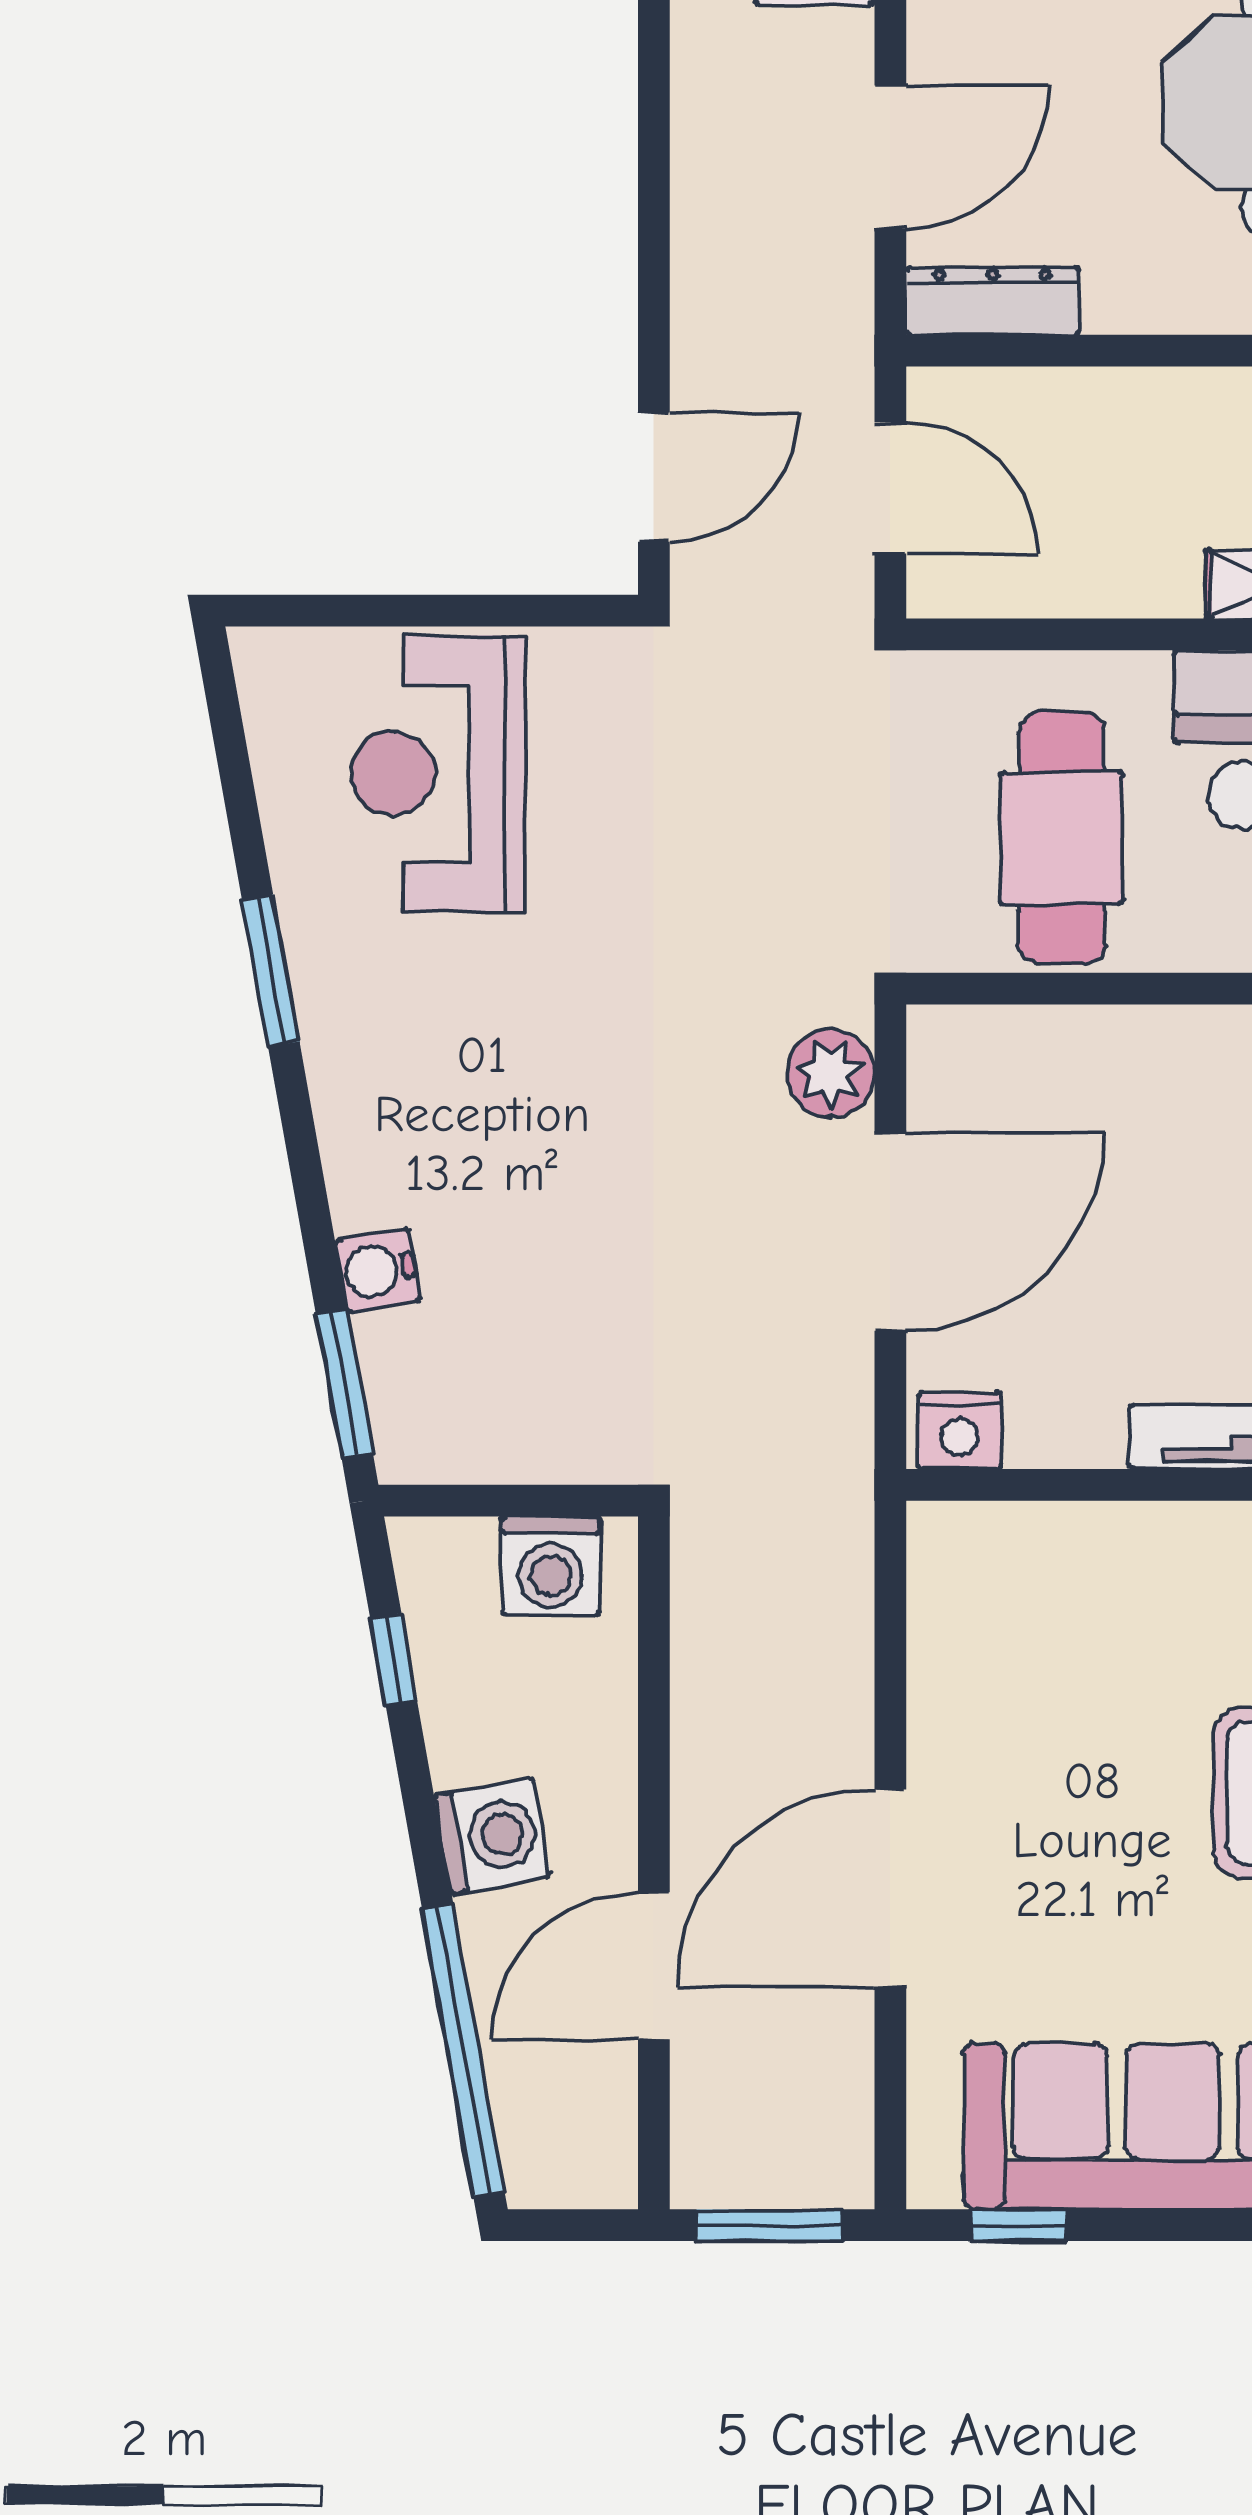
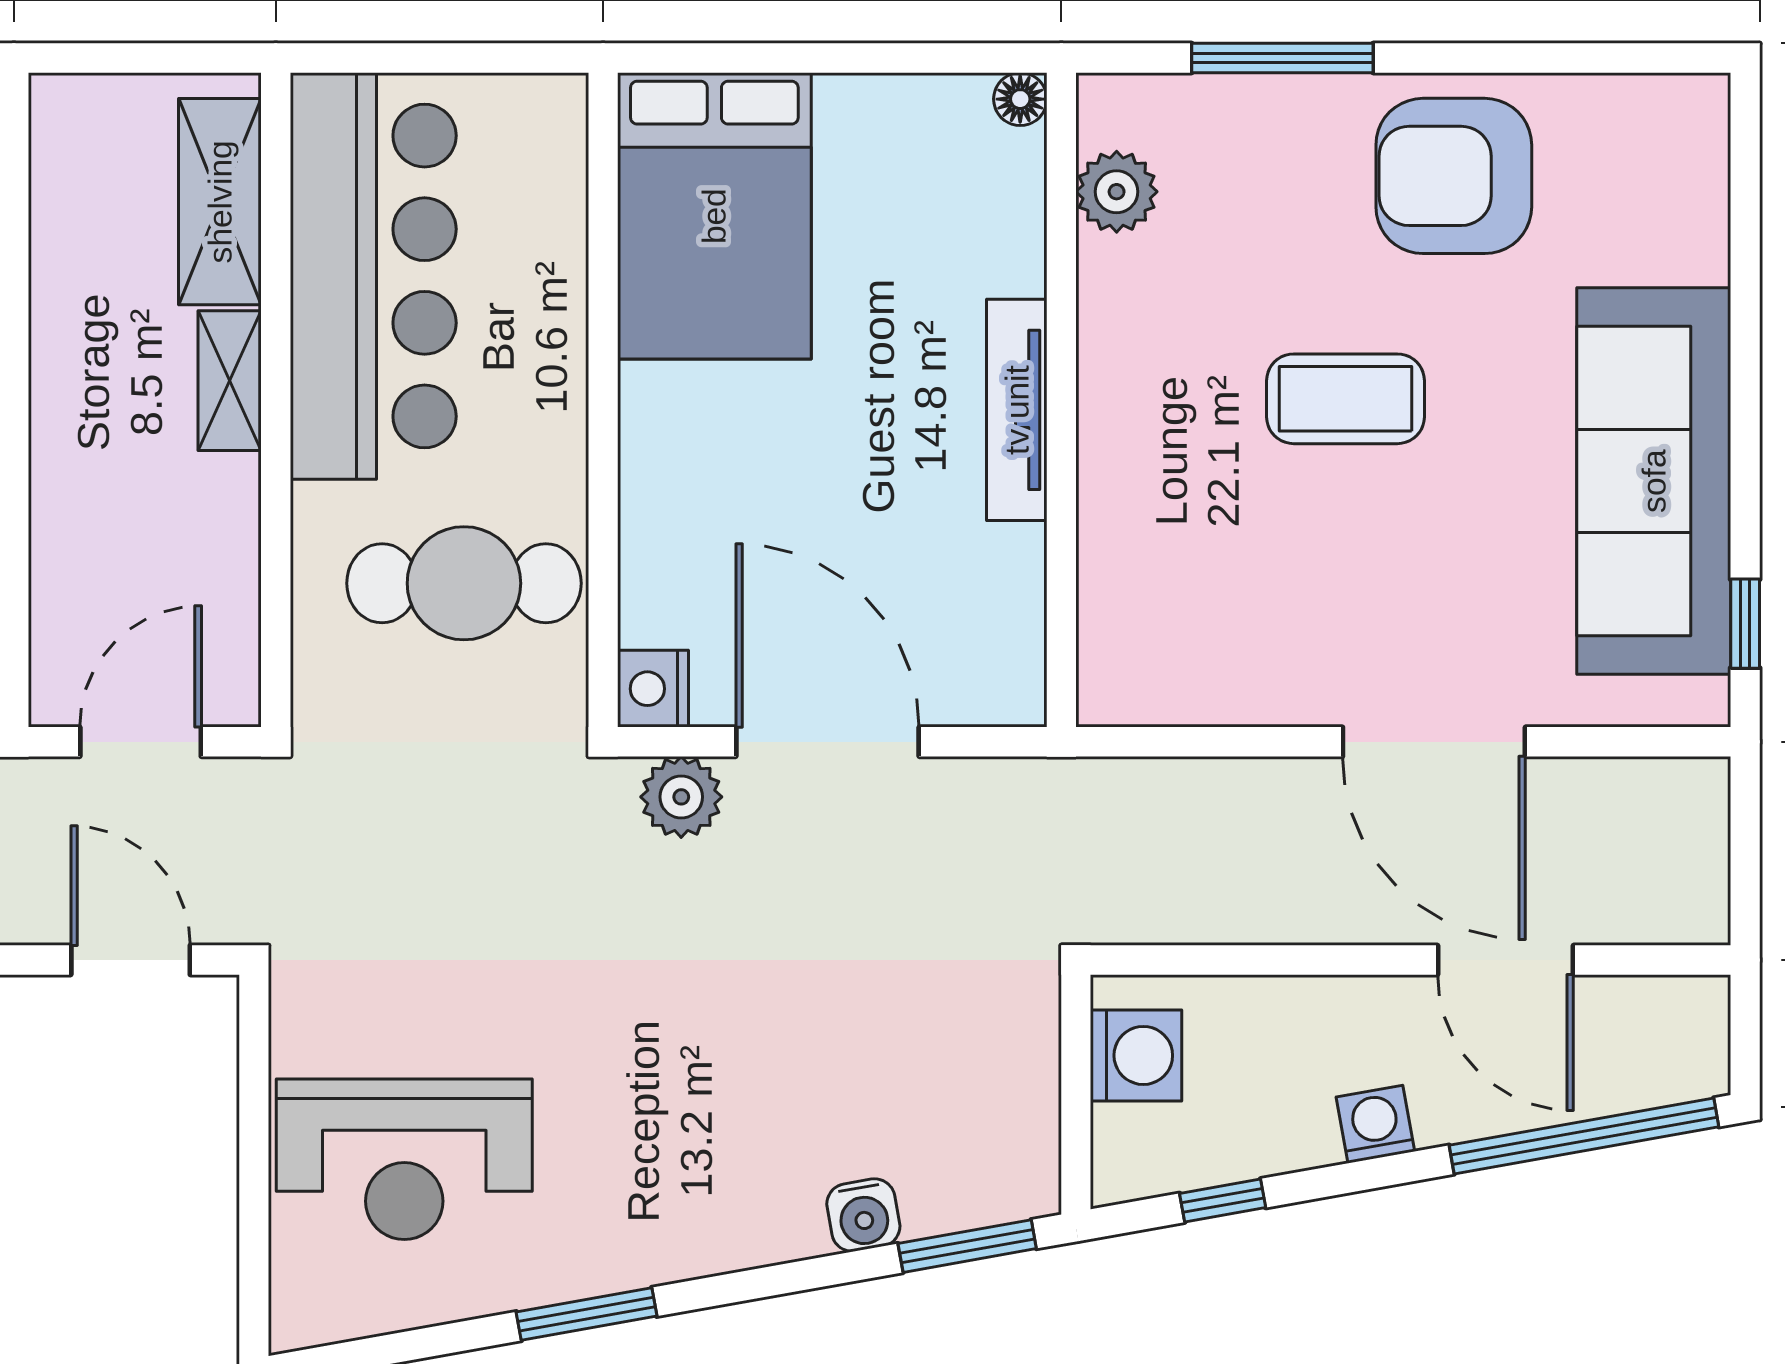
nightstand: (960, 1431) -> (653, 689), moved, turned 180
washing machine: (492, 1836) -> (1375, 1124), width x0.73, depth x0.73
window: (770, 2225) -> (1745, 853), removed

